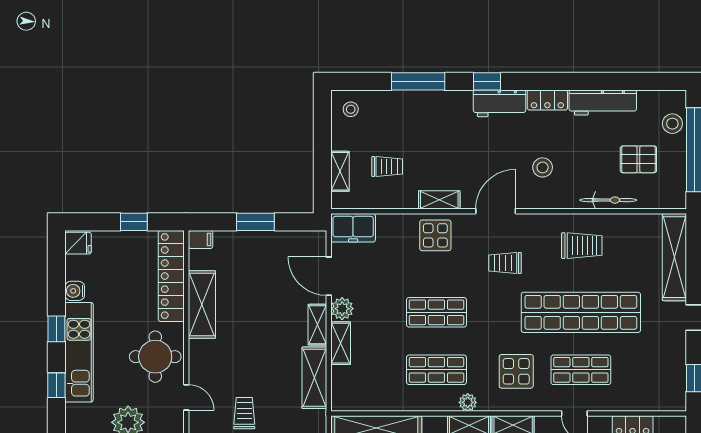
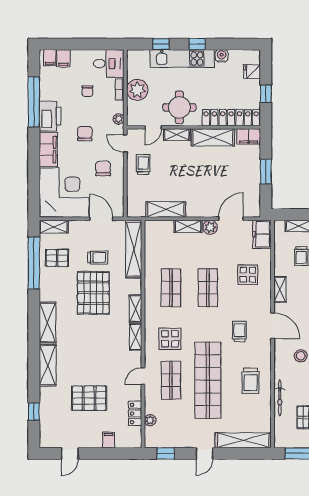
display table: (435, 235) -> (248, 275), moved
filing cabinet: (201, 239) -> (249, 136), width x2.00
fridge: (78, 243) -> (252, 72), moved, turned 90
shelving: (317, 325) -> (177, 135), moved
plant: (468, 402) -> (150, 420), moved
trolley: (244, 413) -> (143, 164), turned -90

